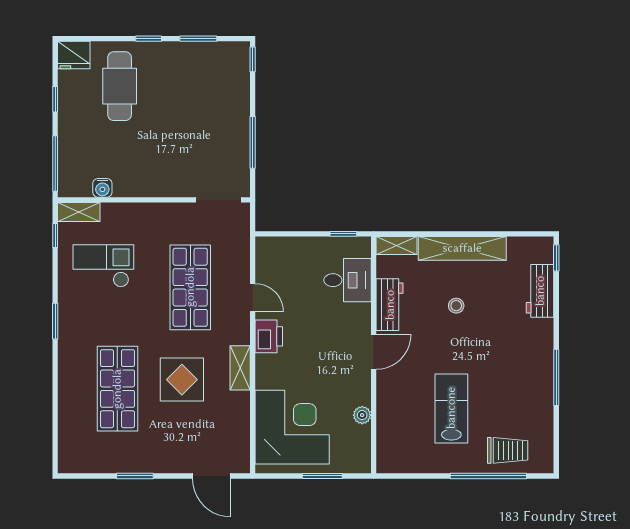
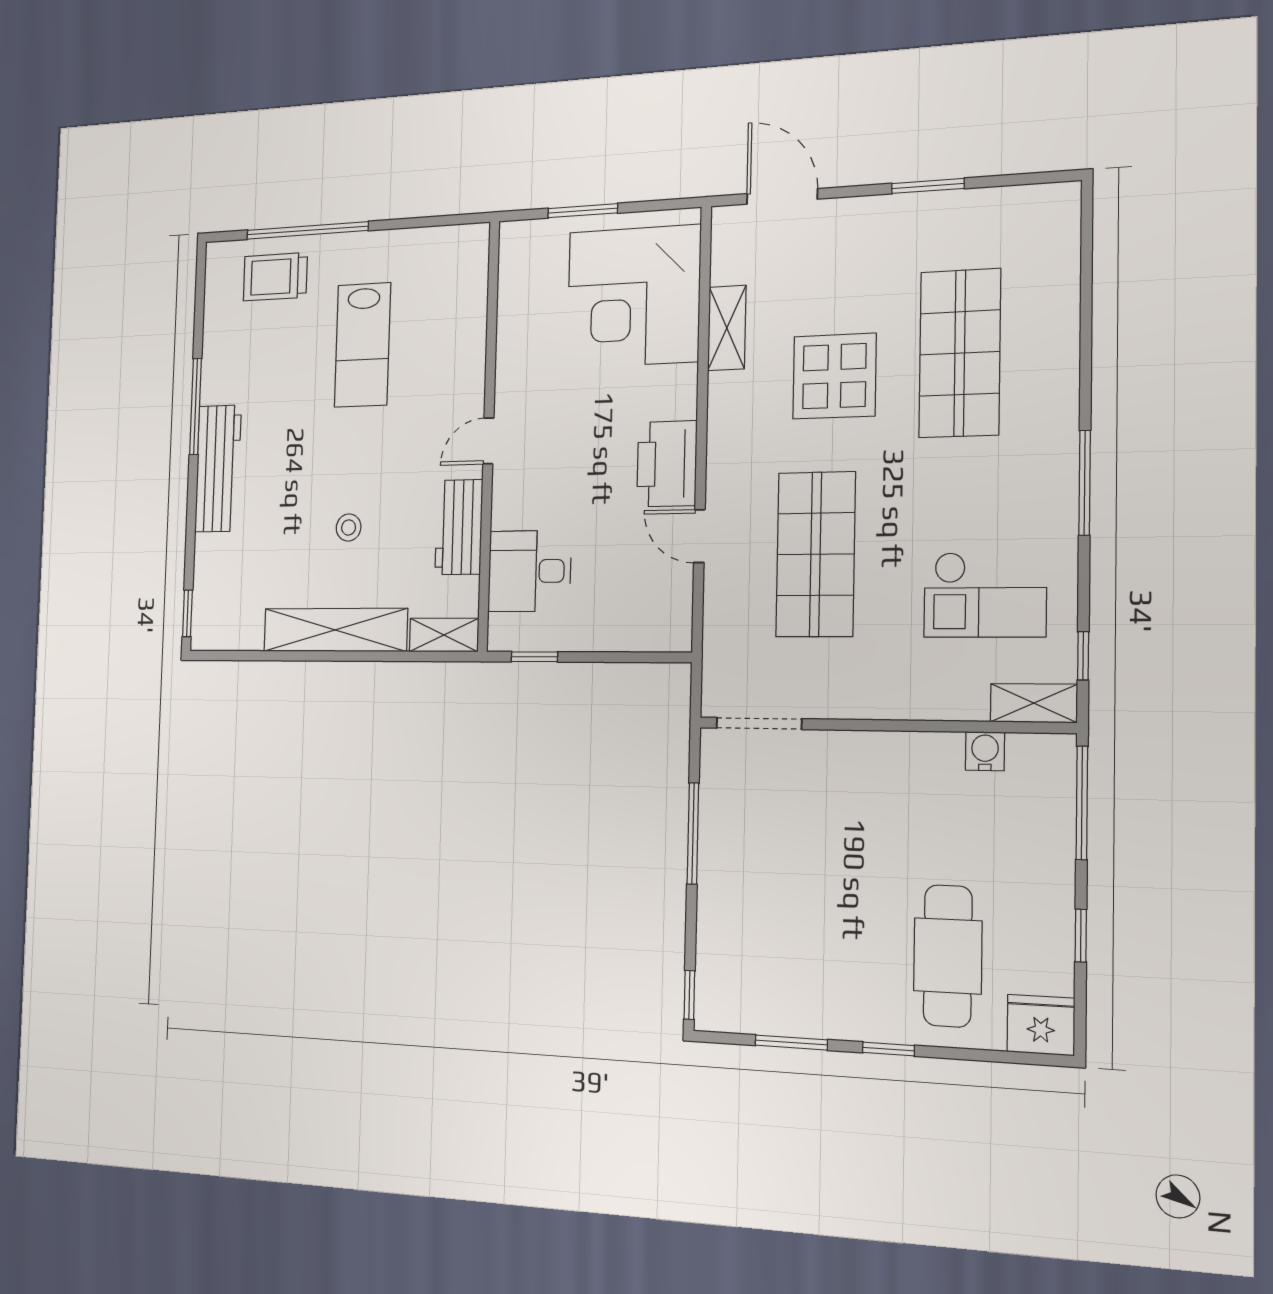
workbench: (540, 291) -> (218, 469), moved, width x1.37
window: (55, 321) -> (1085, 483), width x1.44
printer: (269, 336) -> (667, 464), width x1.37, depth x1.19
door: (374, 352) -> (488, 441), width x0.73
shelving: (240, 368) -> (727, 328), moved
plant: (362, 415) -> (511, 325), removed

